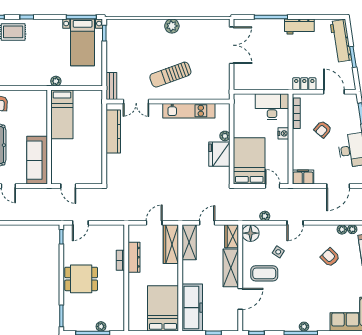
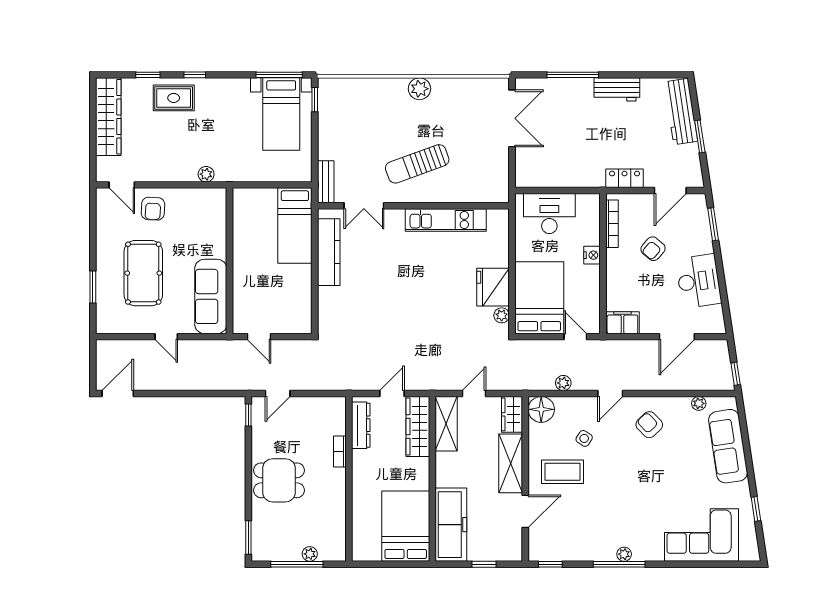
plant: (56, 81) -> (206, 174), moved
door: (334, 92) -> (670, 191), swing flipped
desk: (272, 107) -> (549, 214), moved
bed: (62, 114) -> (295, 226), moved
plant: (225, 136) -> (502, 315), moved
plant: (342, 229) -> (683, 404), removed
dresser: (134, 257) -> (361, 425), moved
armchair: (330, 257) -> (649, 425), moved

